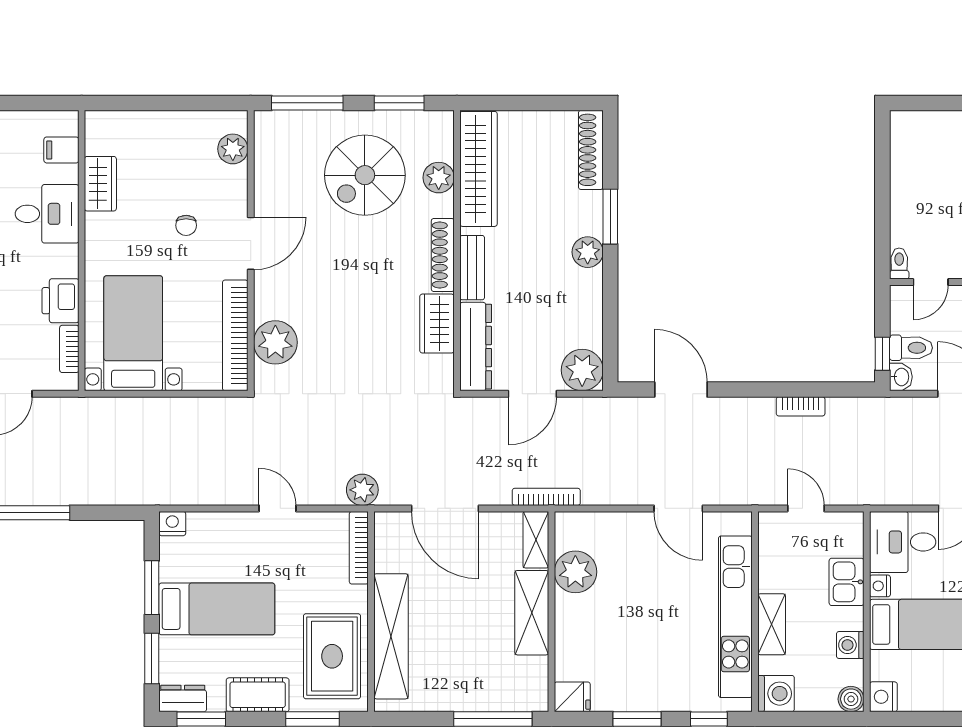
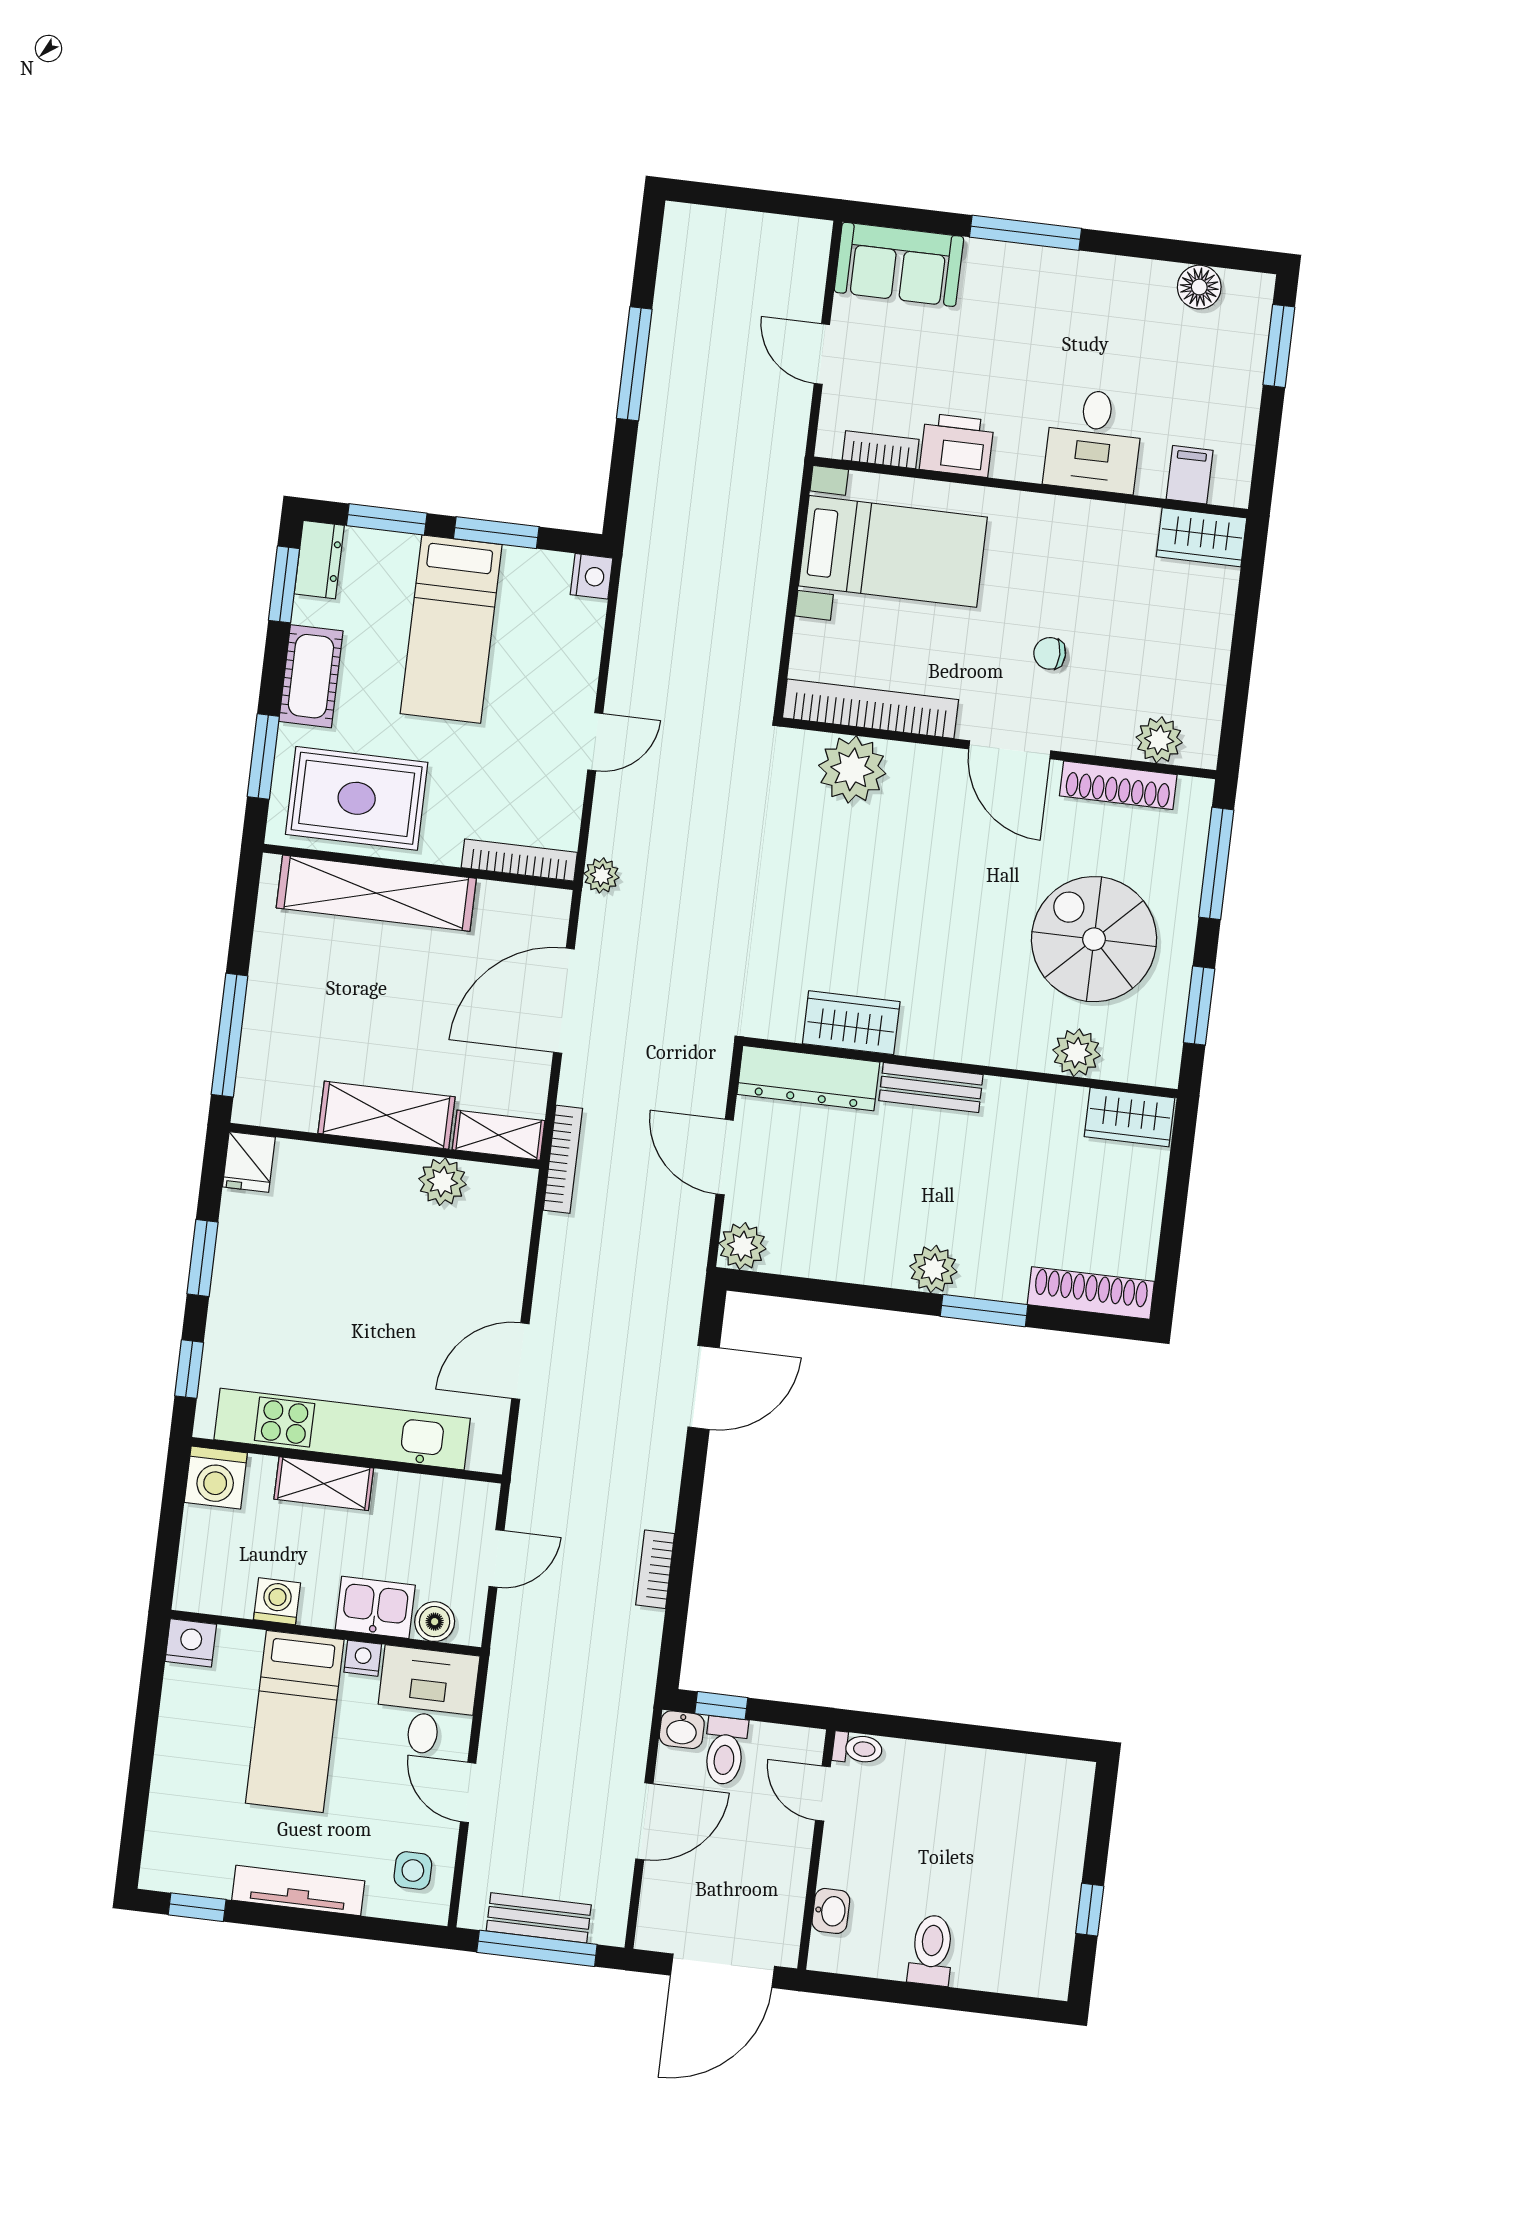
wardrobe: (478, 169) -> (1130, 1117), width x0.48, depth x0.85
wardrobe: (100, 184) -> (1202, 537), moved
shoe rack: (443, 255) -> (1118, 785), moved, turned 180
plant: (582, 370) -> (742, 1246), width x0.73, depth x0.73
plant: (362, 490) -> (602, 875), width x0.73, depth x0.73
plant: (575, 572) -> (442, 1182), width x0.73, depth x0.73
boiler: (851, 699) -> (435, 1622), moved

